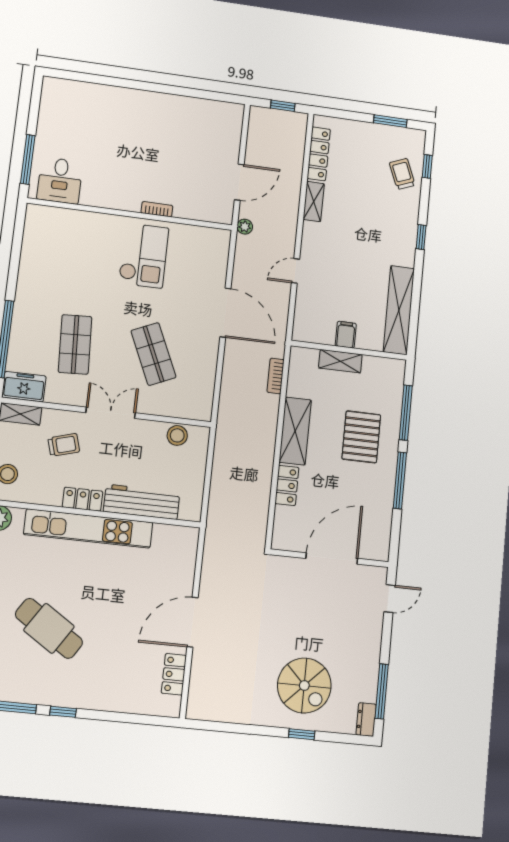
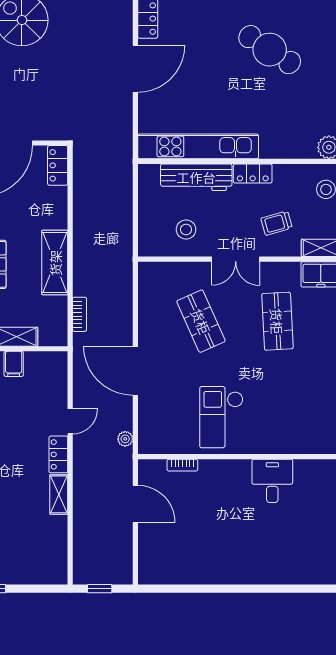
locker: (319, 154) -> (58, 454), moved, width x0.66
desk: (60, 180) -> (272, 481), moved
door: (239, 182) -> (135, 504), swing flipped
bookcase: (157, 209) -> (182, 465), moved
plant: (245, 227) -> (125, 439), moved
stool: (177, 435) -> (186, 230), moved
locker: (287, 485) -> (58, 165), moved
kitchen unit: (88, 528) -> (198, 146), moved

